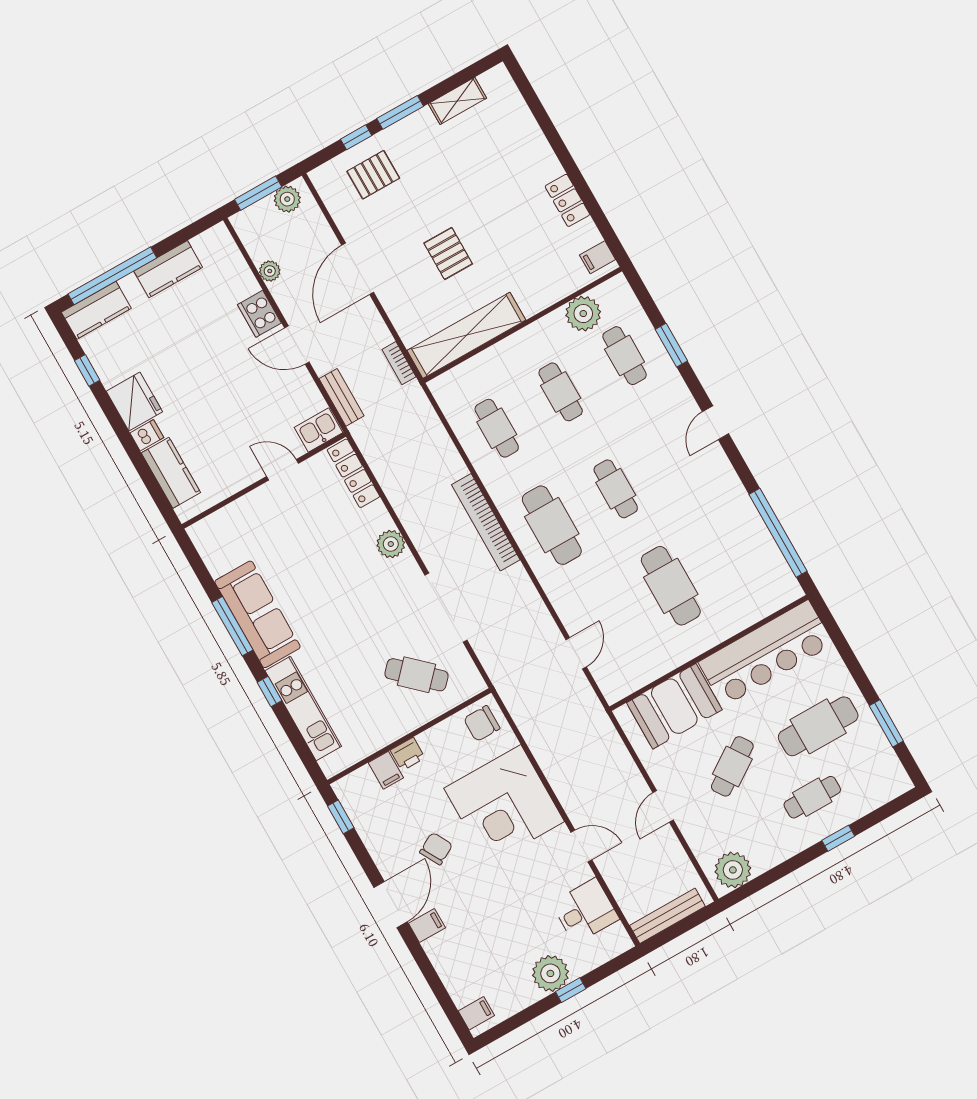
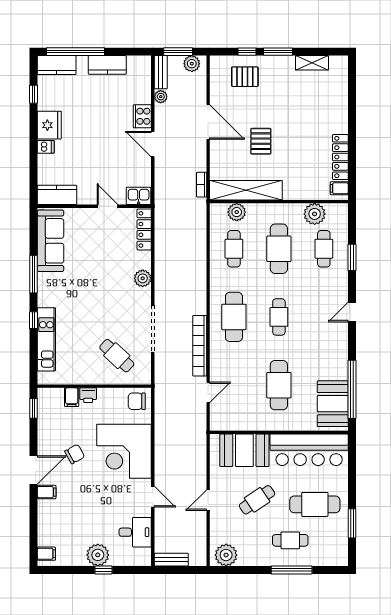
locker: (567, 200) -> (340, 157), width x1.53
door: (358, 269) -> (208, 122), swing flipped
plant: (471, 374) -> (237, 212), added
cafe table: (561, 392) -> (279, 249), width x1.37, depth x1.35
bench: (341, 397) -> (161, 72), moved
kitchen counter: (171, 473) -> (57, 195), moved, turned -90
bookcase: (486, 522) -> (200, 346), moved
booth: (762, 569) -> (333, 404), added
sofa: (258, 614) -> (51, 241), moved
window: (838, 838) -> (292, 570), width x2.17
bench: (667, 916) -> (171, 560), width x0.73

